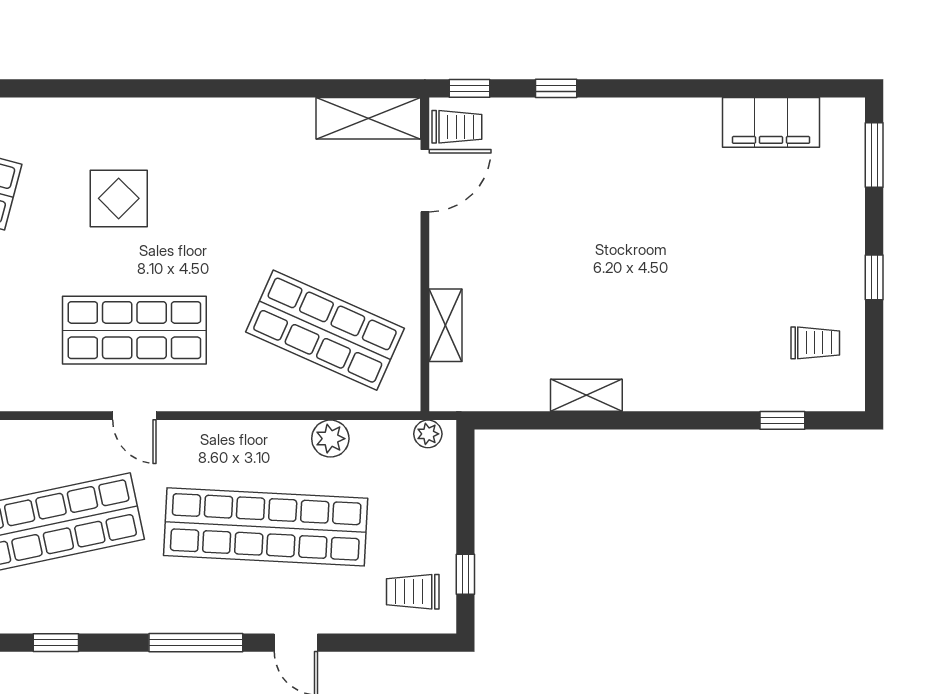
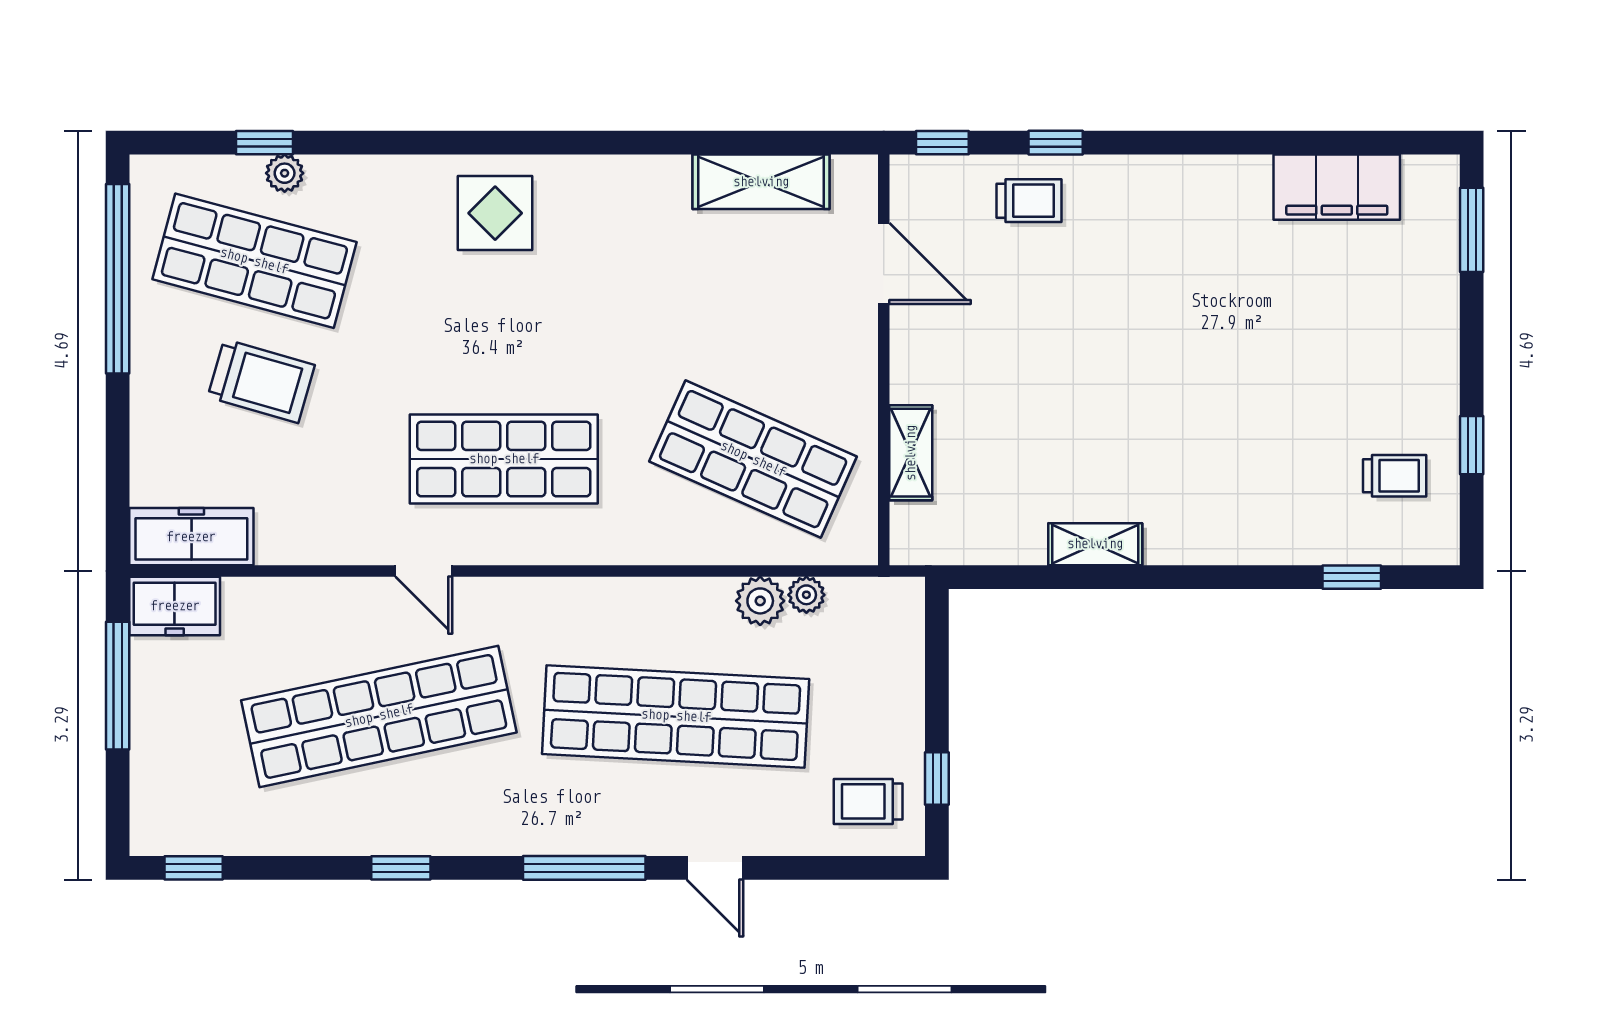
shelving: (368, 118) -> (761, 182), moved
trolley: (457, 127) -> (1029, 201), moved
door: (425, 181) -> (884, 264), hinge flipped
display table: (119, 198) -> (495, 213), moved
window: (874, 277) -> (1472, 445), moved
door: (134, 416) -> (424, 571), moved
plant: (428, 434) -> (806, 595), moved

